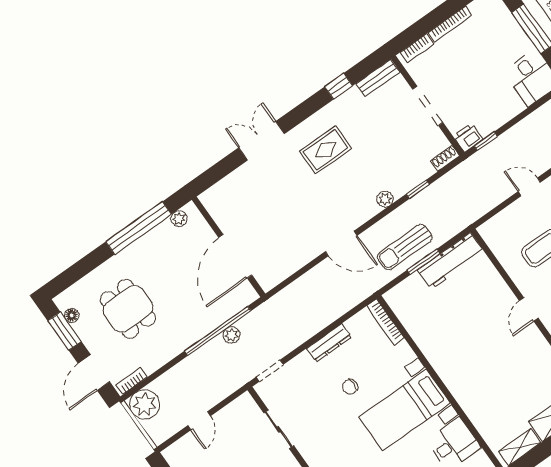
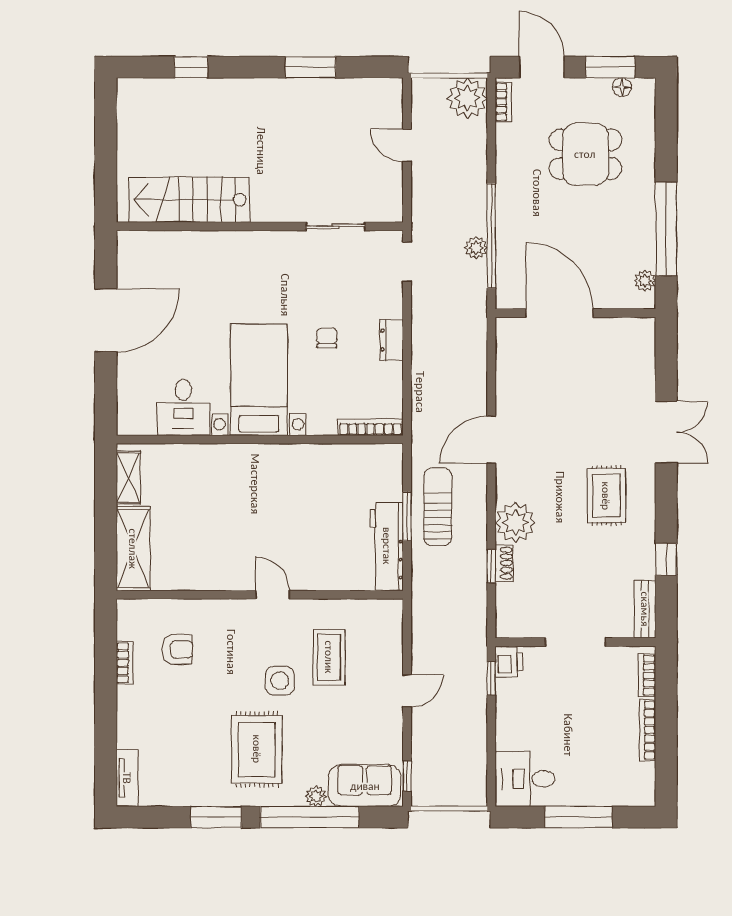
shoe rack: (445, 158) -> (504, 563), moved
plant: (385, 199) -> (515, 522), width x1.88, depth x1.88
dresser: (329, 343) -> (392, 340), width x0.70

